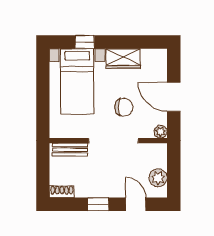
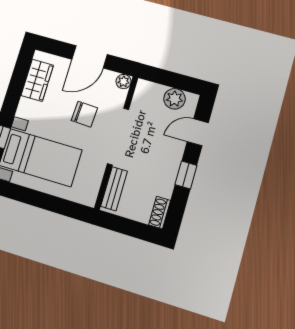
wardrobe: (123, 59) -> (37, 80), moved
chair: (124, 107) -> (84, 114), turned 93

